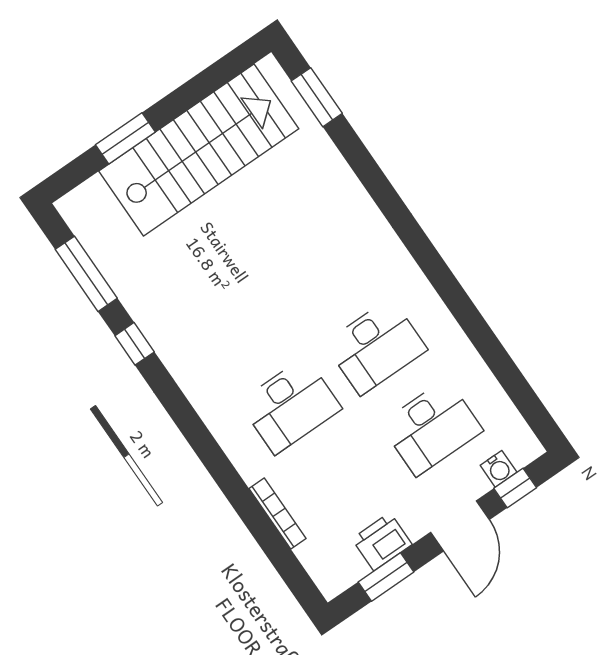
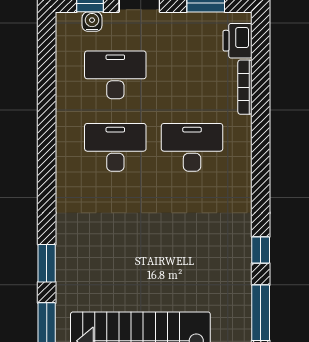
window: (363, 164) -> (47, 263), added
printer: (382, 542) -> (237, 41), moved, turned 90

